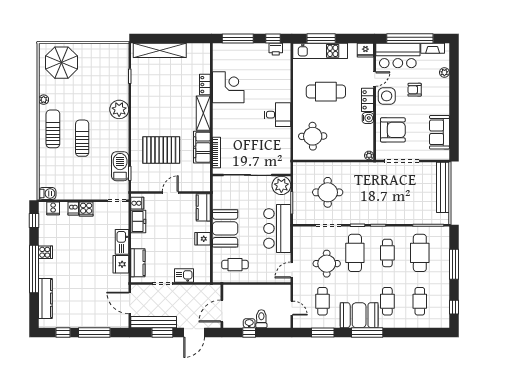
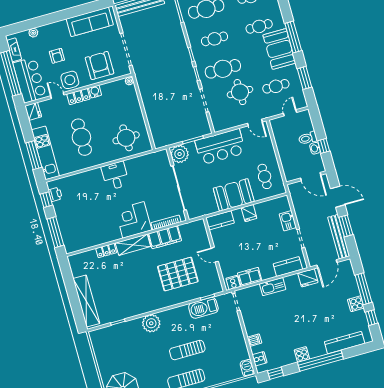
corner desk: (228, 87) -> (133, 220), moved
sofa: (439, 132) -> (90, 22), width x1.36
pallet: (161, 150) -> (178, 274), turned 90
round table: (328, 192) -> (174, 110), removed
cooker: (86, 209) -> (356, 304), moved, turned 180
fridge: (121, 264) -> (308, 278), moved

